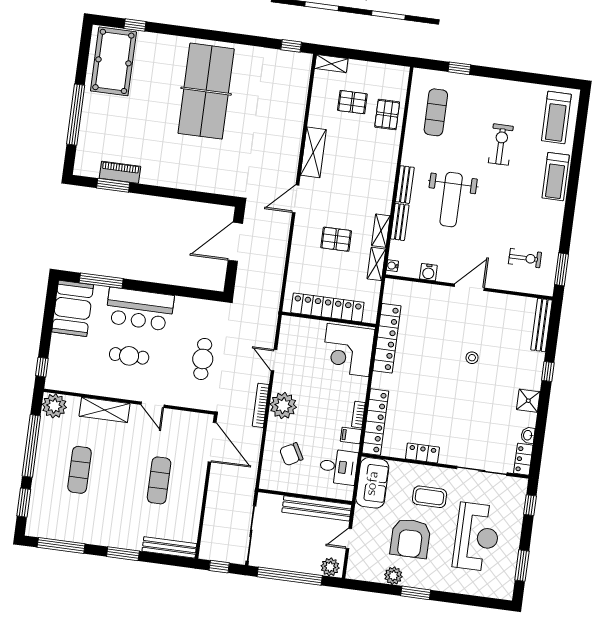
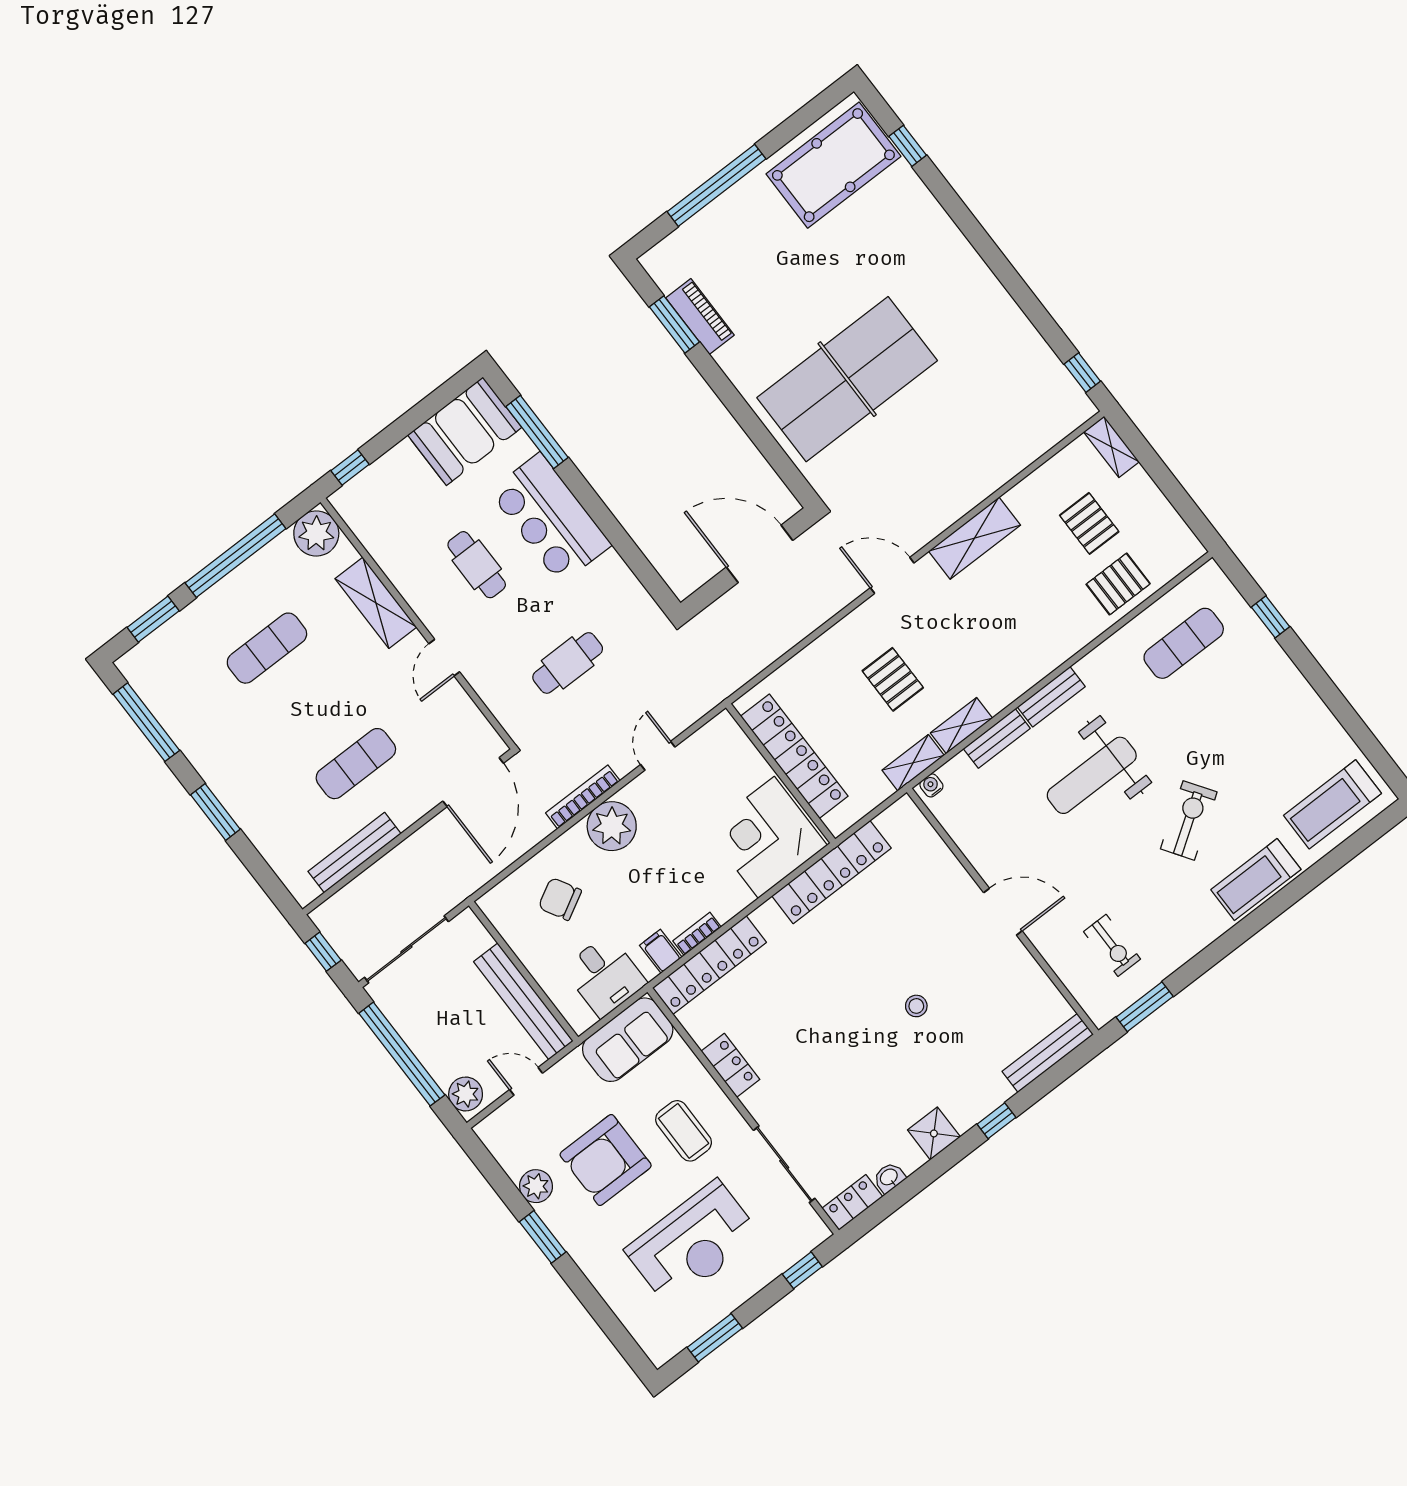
table tennis table: (206, 91) -> (847, 379), moved
exercise bike: (501, 145) -> (1189, 820), moved, turned -34
water cooler: (428, 272) -> (970, 840), removed
bench: (169, 547) -> (354, 853), moved, turned 90

